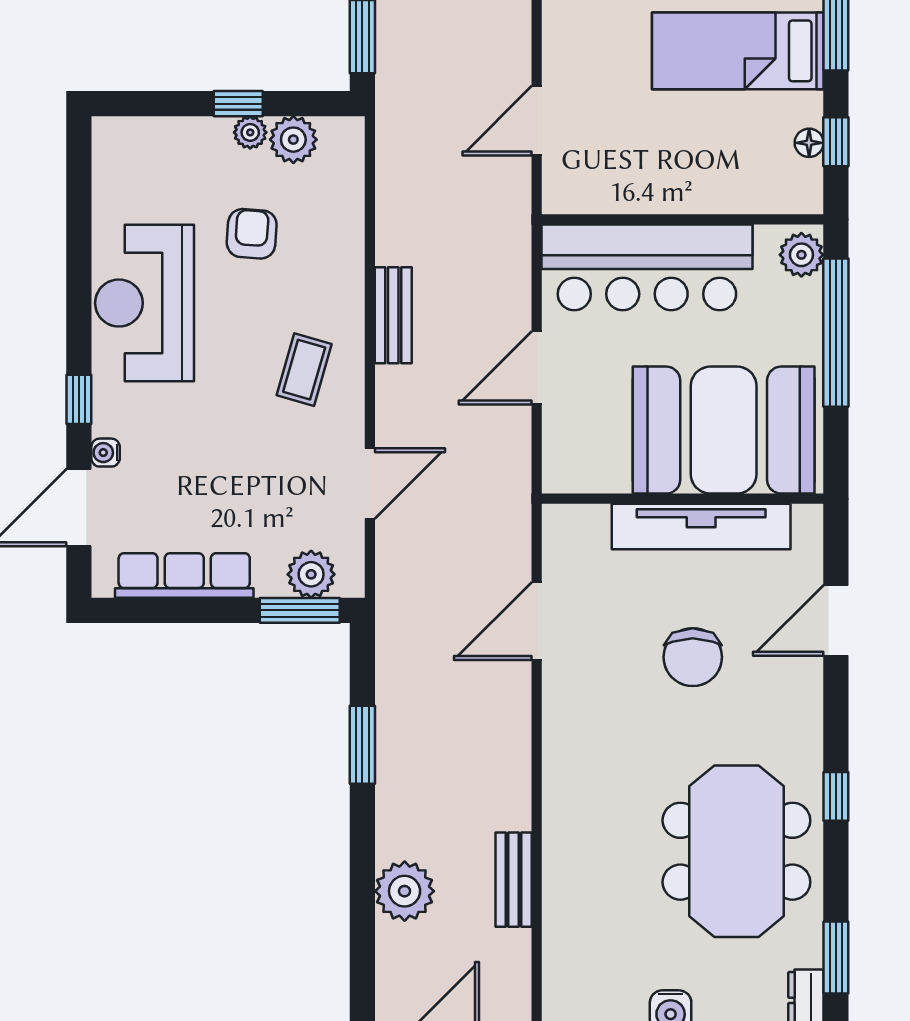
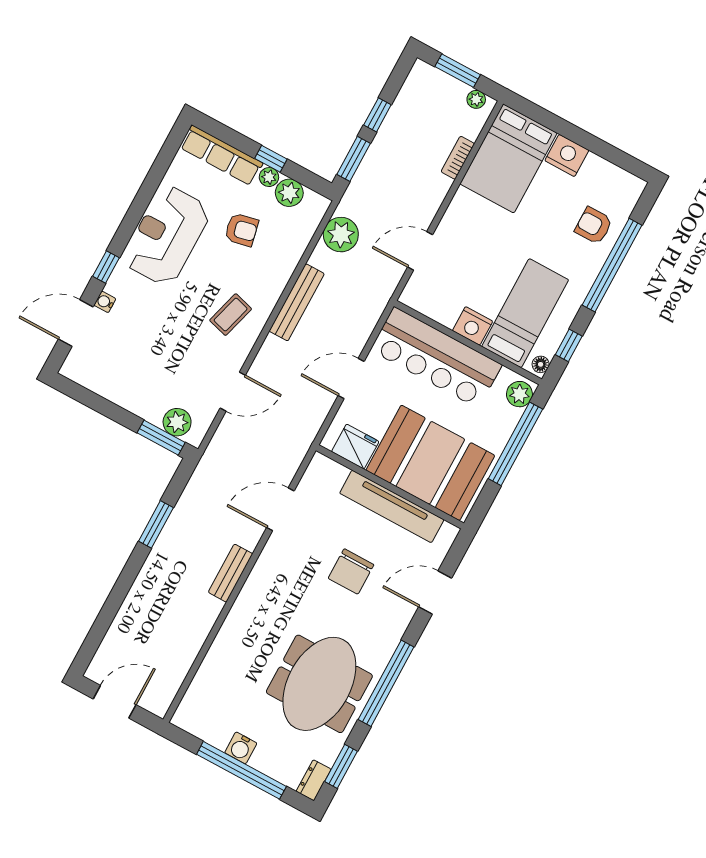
bed: (738, 51) -> (525, 313), moved, turned 90
floor lamp: (809, 143) -> (541, 364), moved
nightstand: (676, 191) -> (473, 326), added
armchair: (252, 234) -> (241, 230), turned 74
bench: (393, 315) -> (297, 302), width x1.36
fridge: (598, 466) -> (355, 447), added
row of seats: (184, 576) -> (221, 155), moved, turned 180
window: (836, 796) -> (386, 683), width x3.17
bench: (514, 880) -> (231, 573), moved
plant: (405, 891) -> (341, 235), moved

